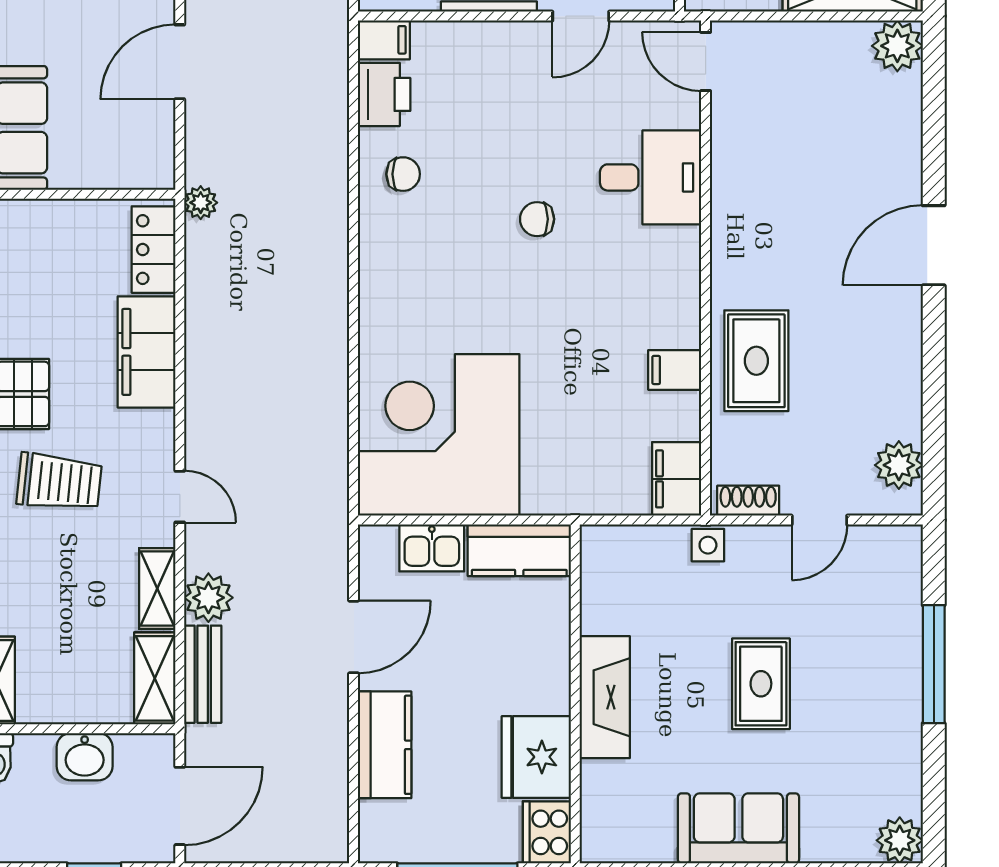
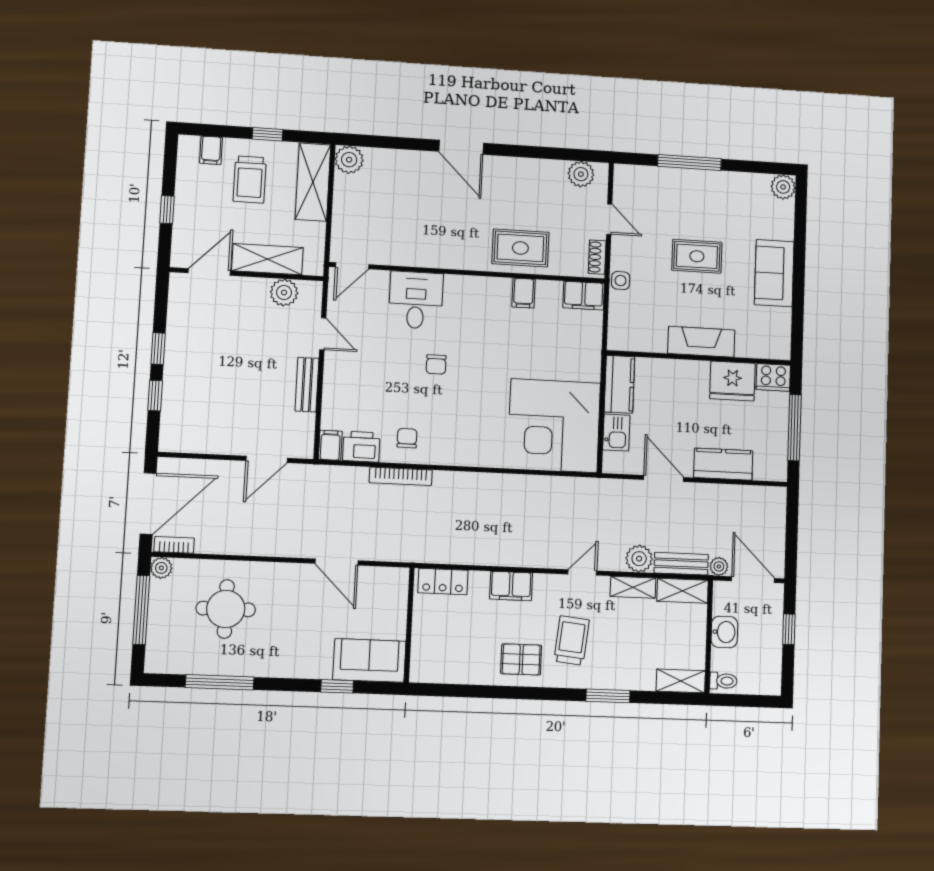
bookcase: (335, 166) -> (401, 476), added
plant: (201, 203) -> (719, 566), moved
filing cabinet: (147, 352) -> (511, 586), width x0.67, depth x0.86

